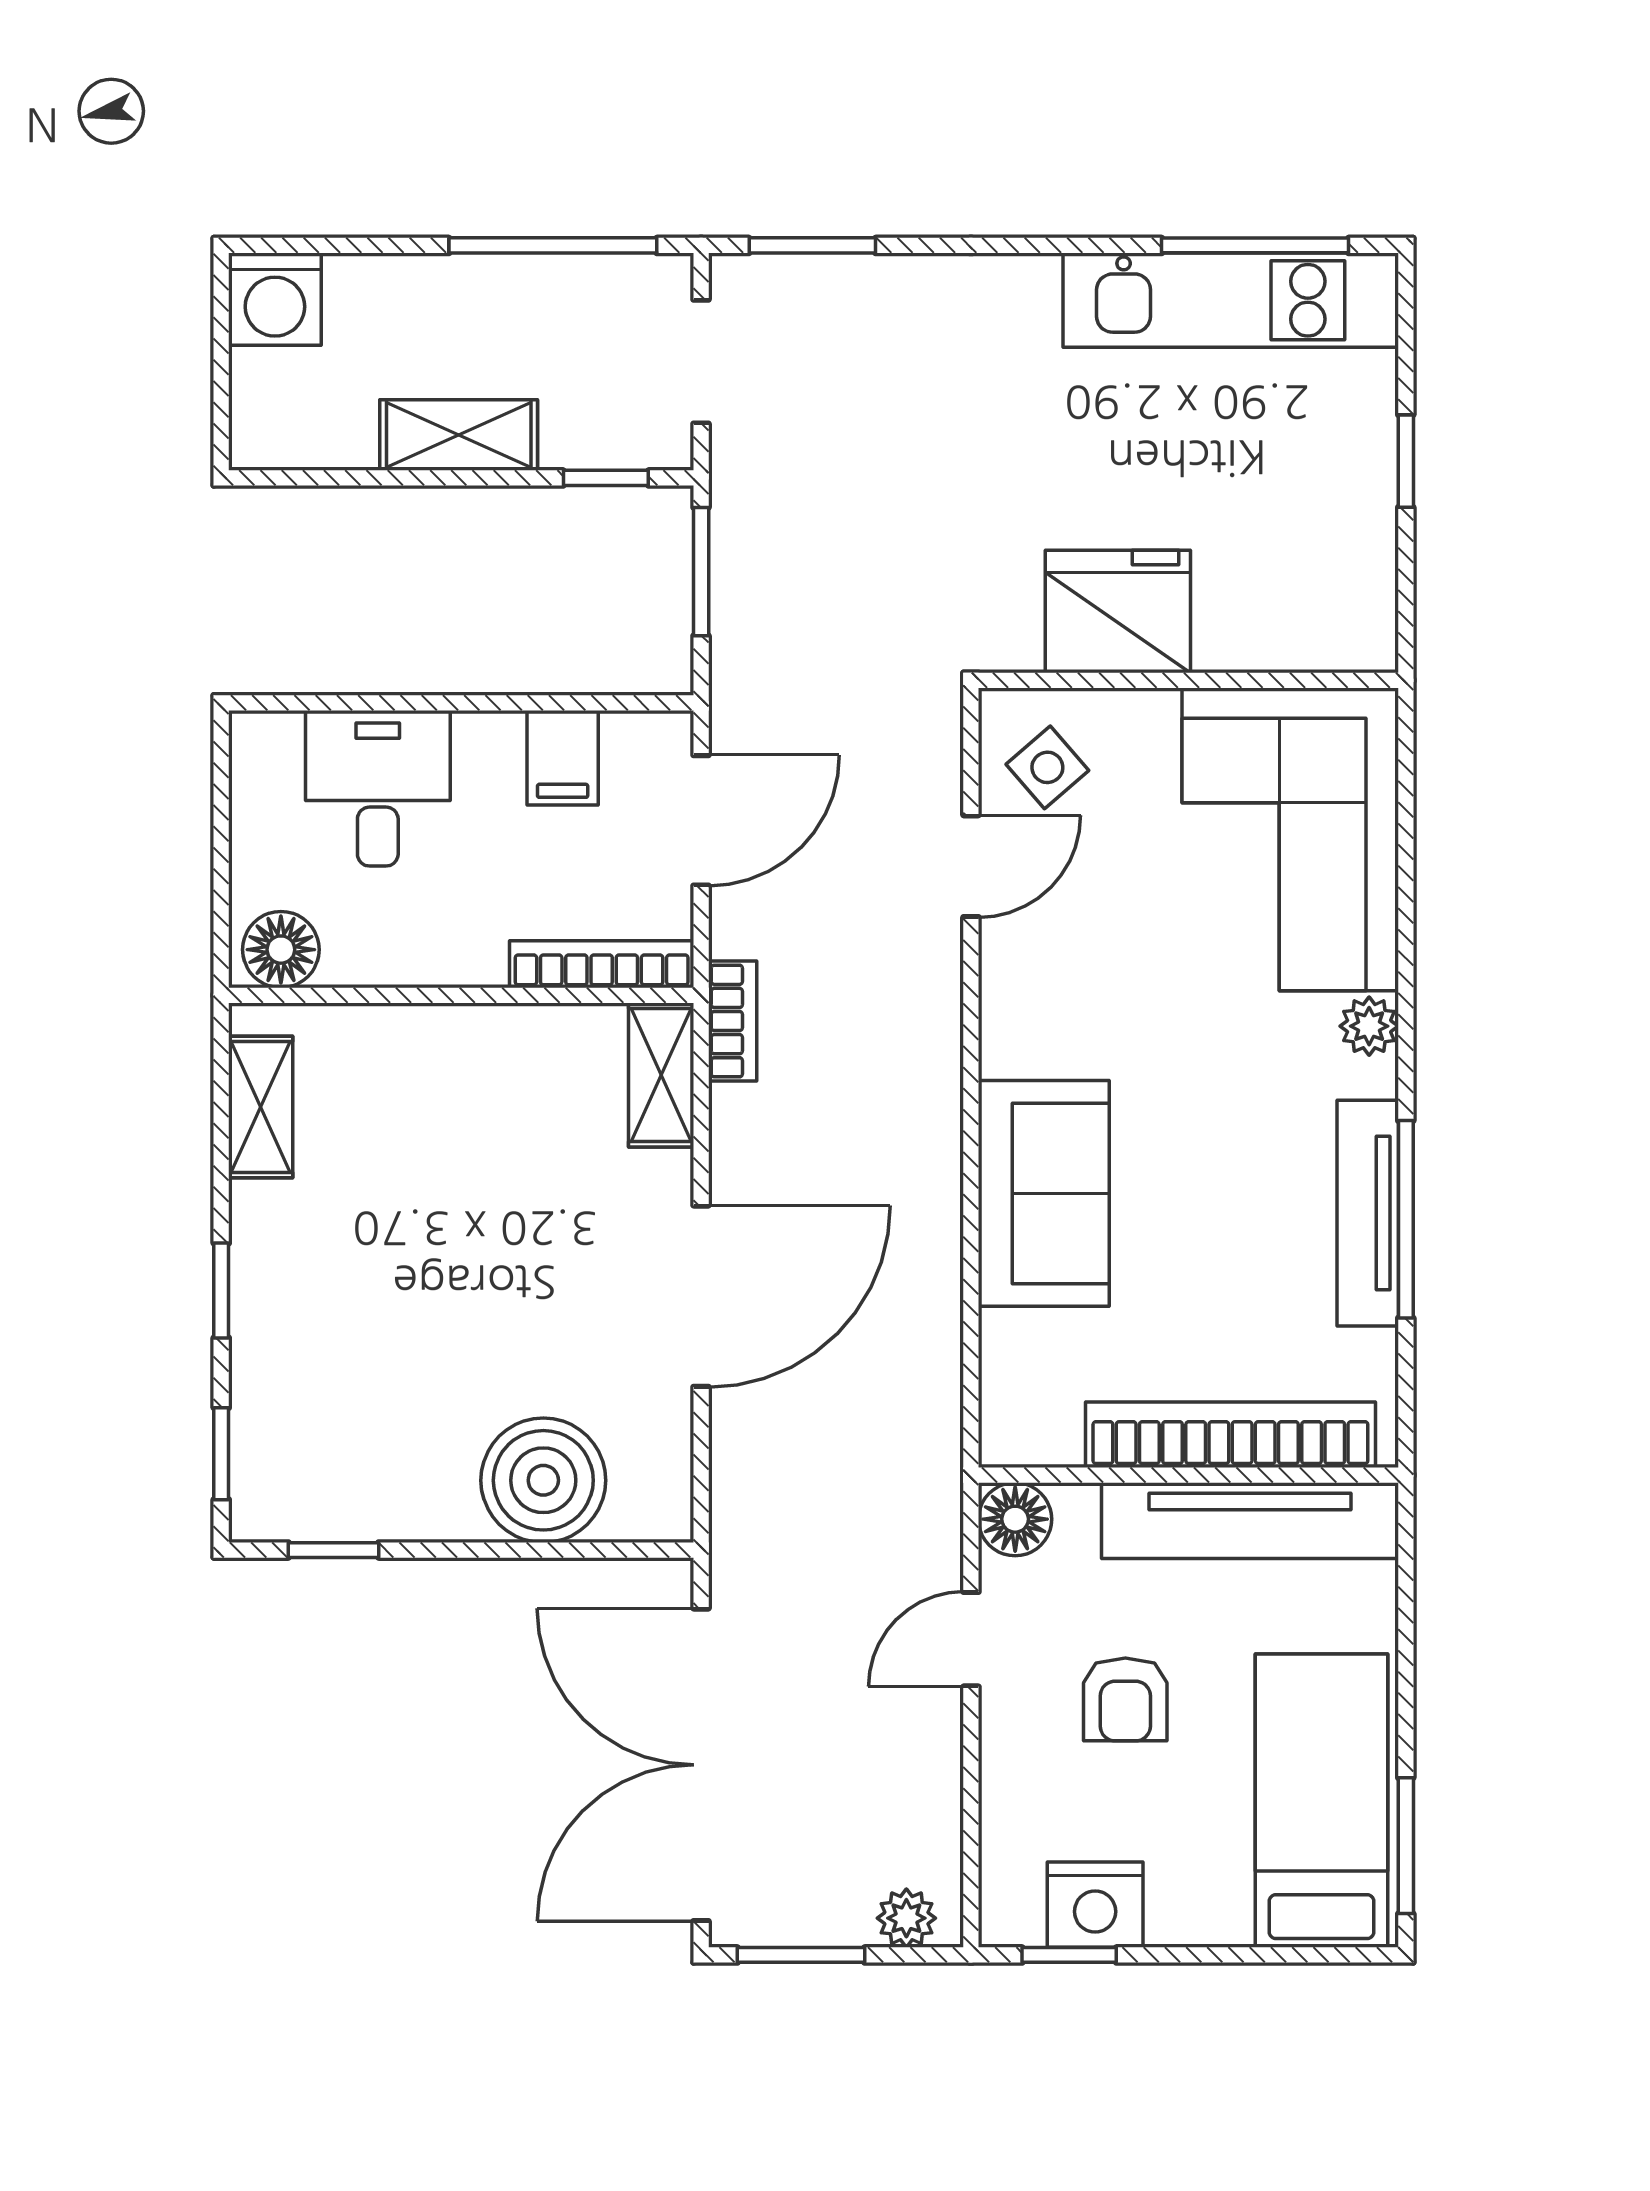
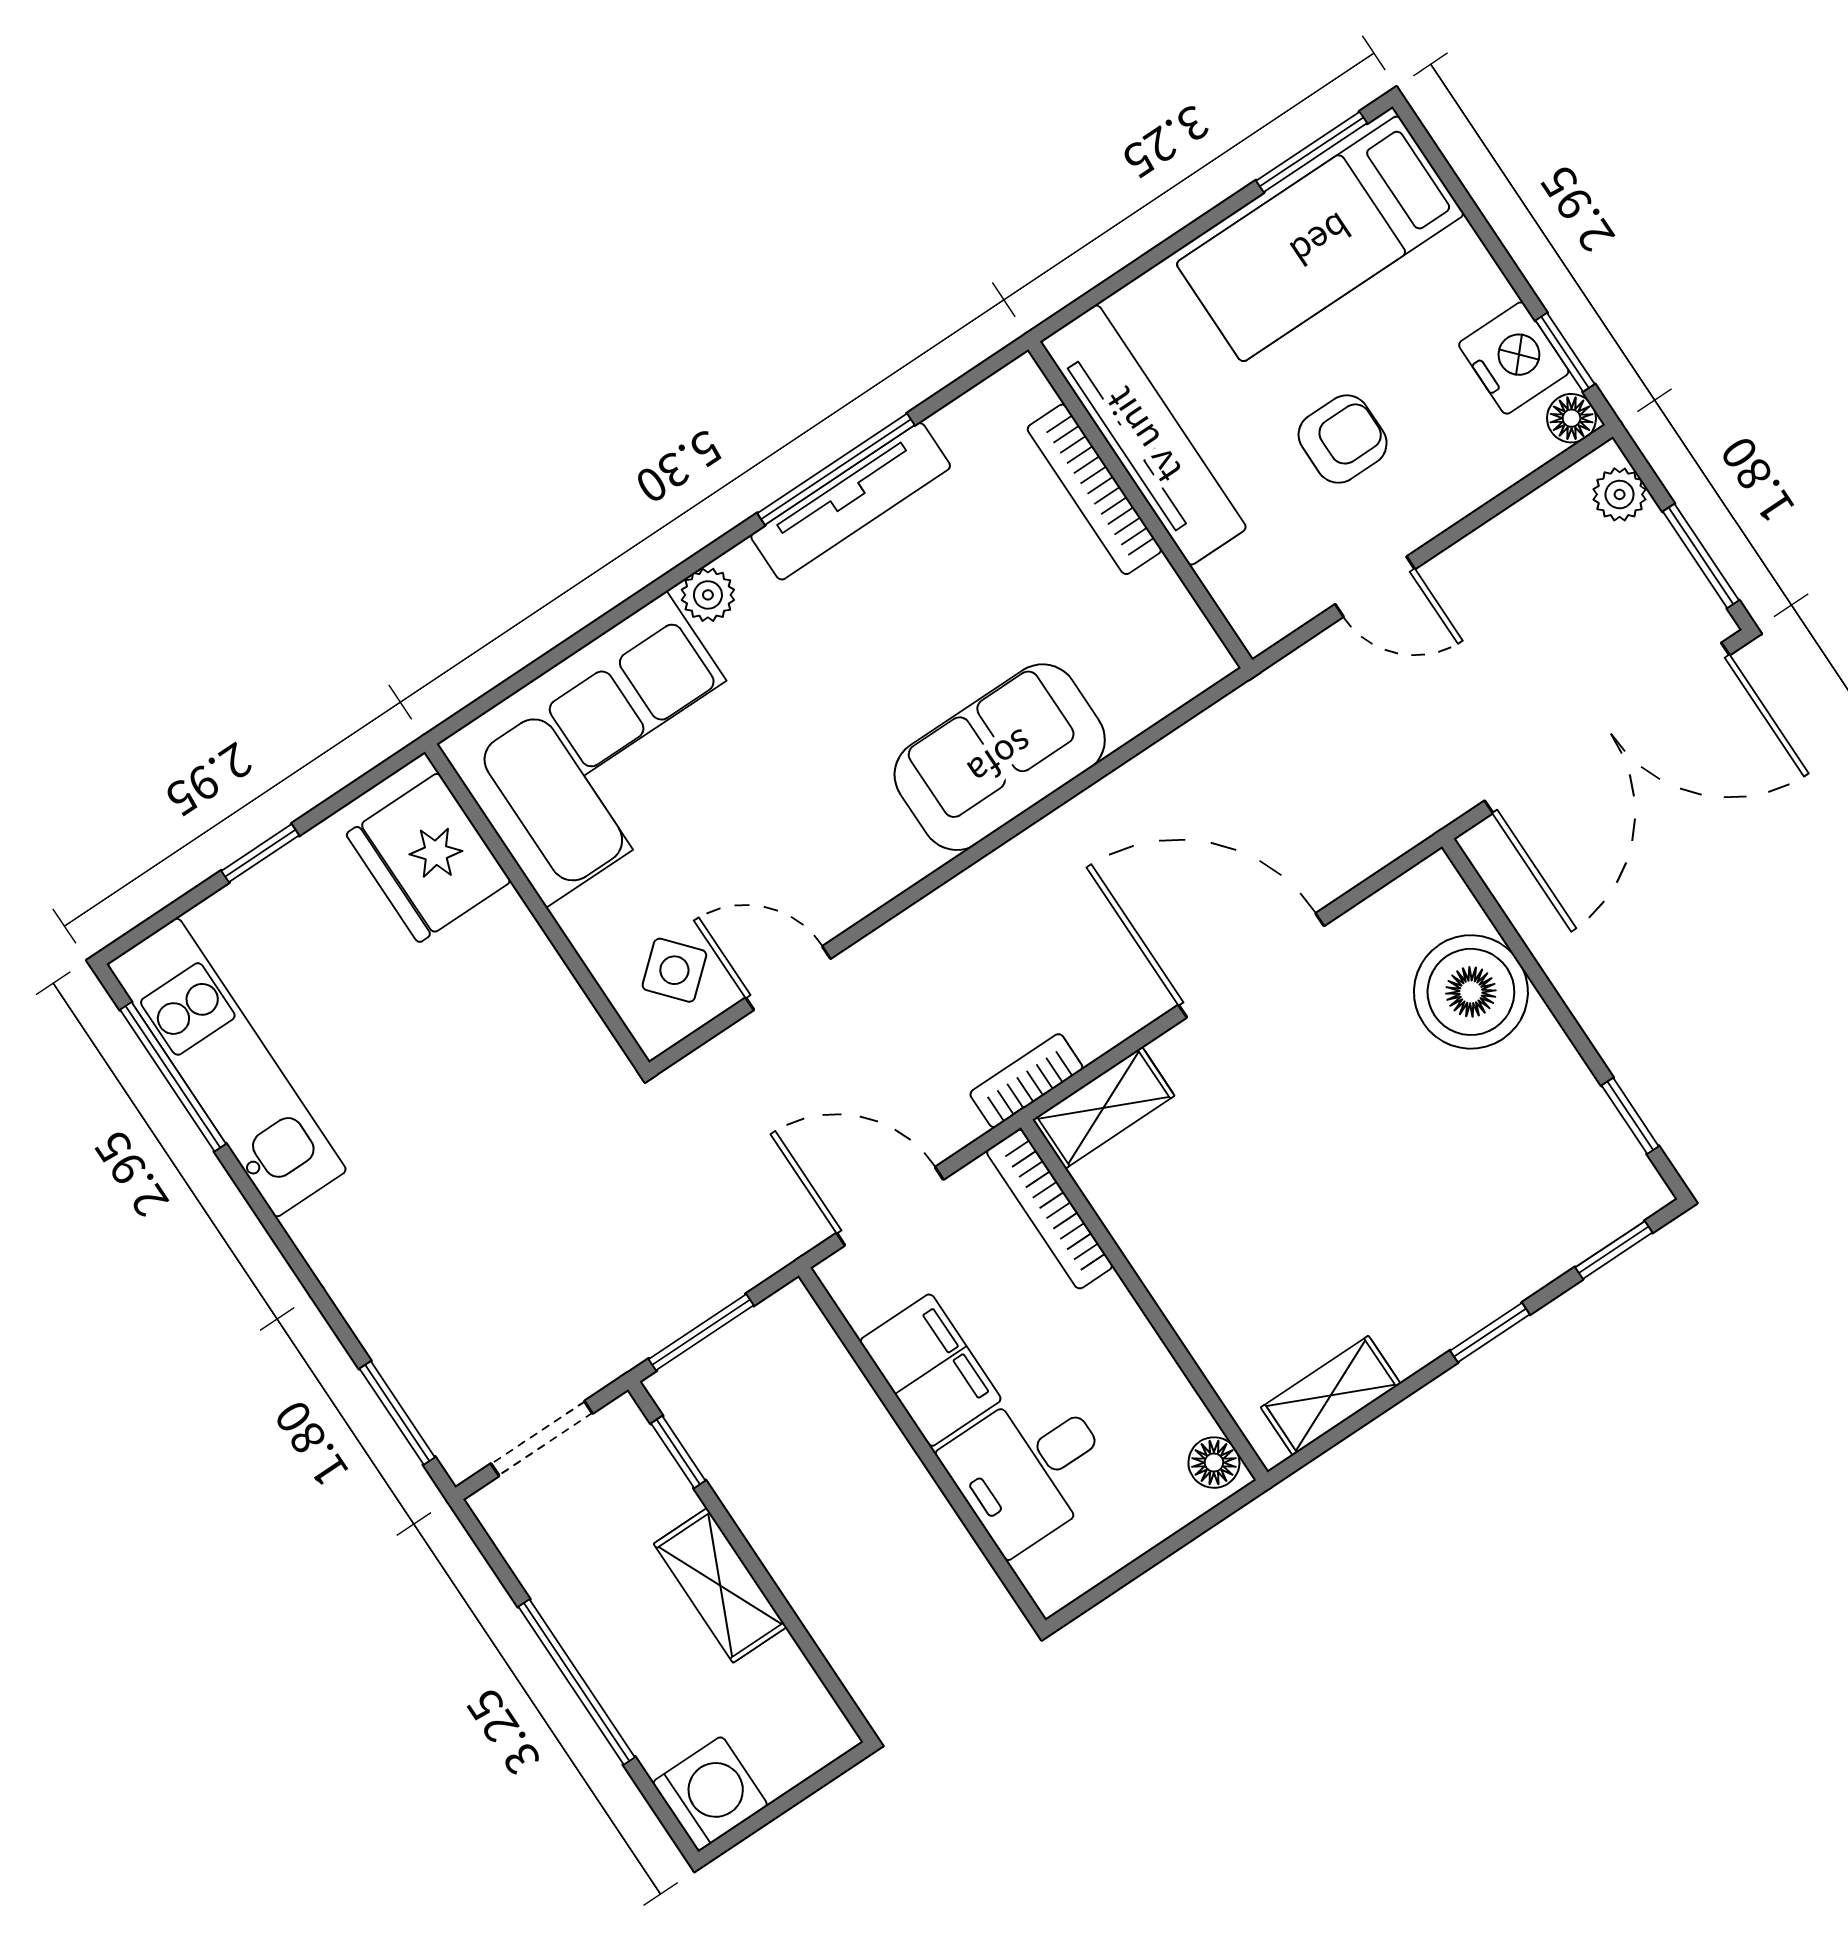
window: (553, 245) -> (577, 1682), moved
fridge: (1118, 612) -> (428, 858), moved
filing cabinet: (563, 758) -> (931, 1370), width x2.00
floor lamp: (281, 950) -> (1214, 1463), width x0.73, depth x0.73
bookcase: (1230, 1435) -> (1094, 489), width x0.68, depth x0.76
floor lamp: (1015, 1519) -> (1572, 418), moved, width x0.73, depth x0.73

